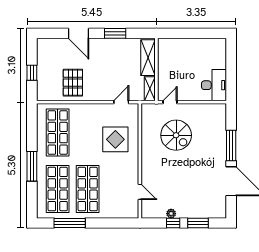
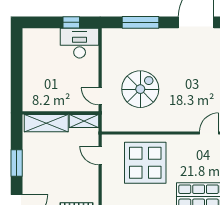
window: (231, 78) -> (71, 22), added
display table: (115, 139) -> (145, 163), width x1.36, depth x1.36
window: (231, 146) -> (141, 22), moved

